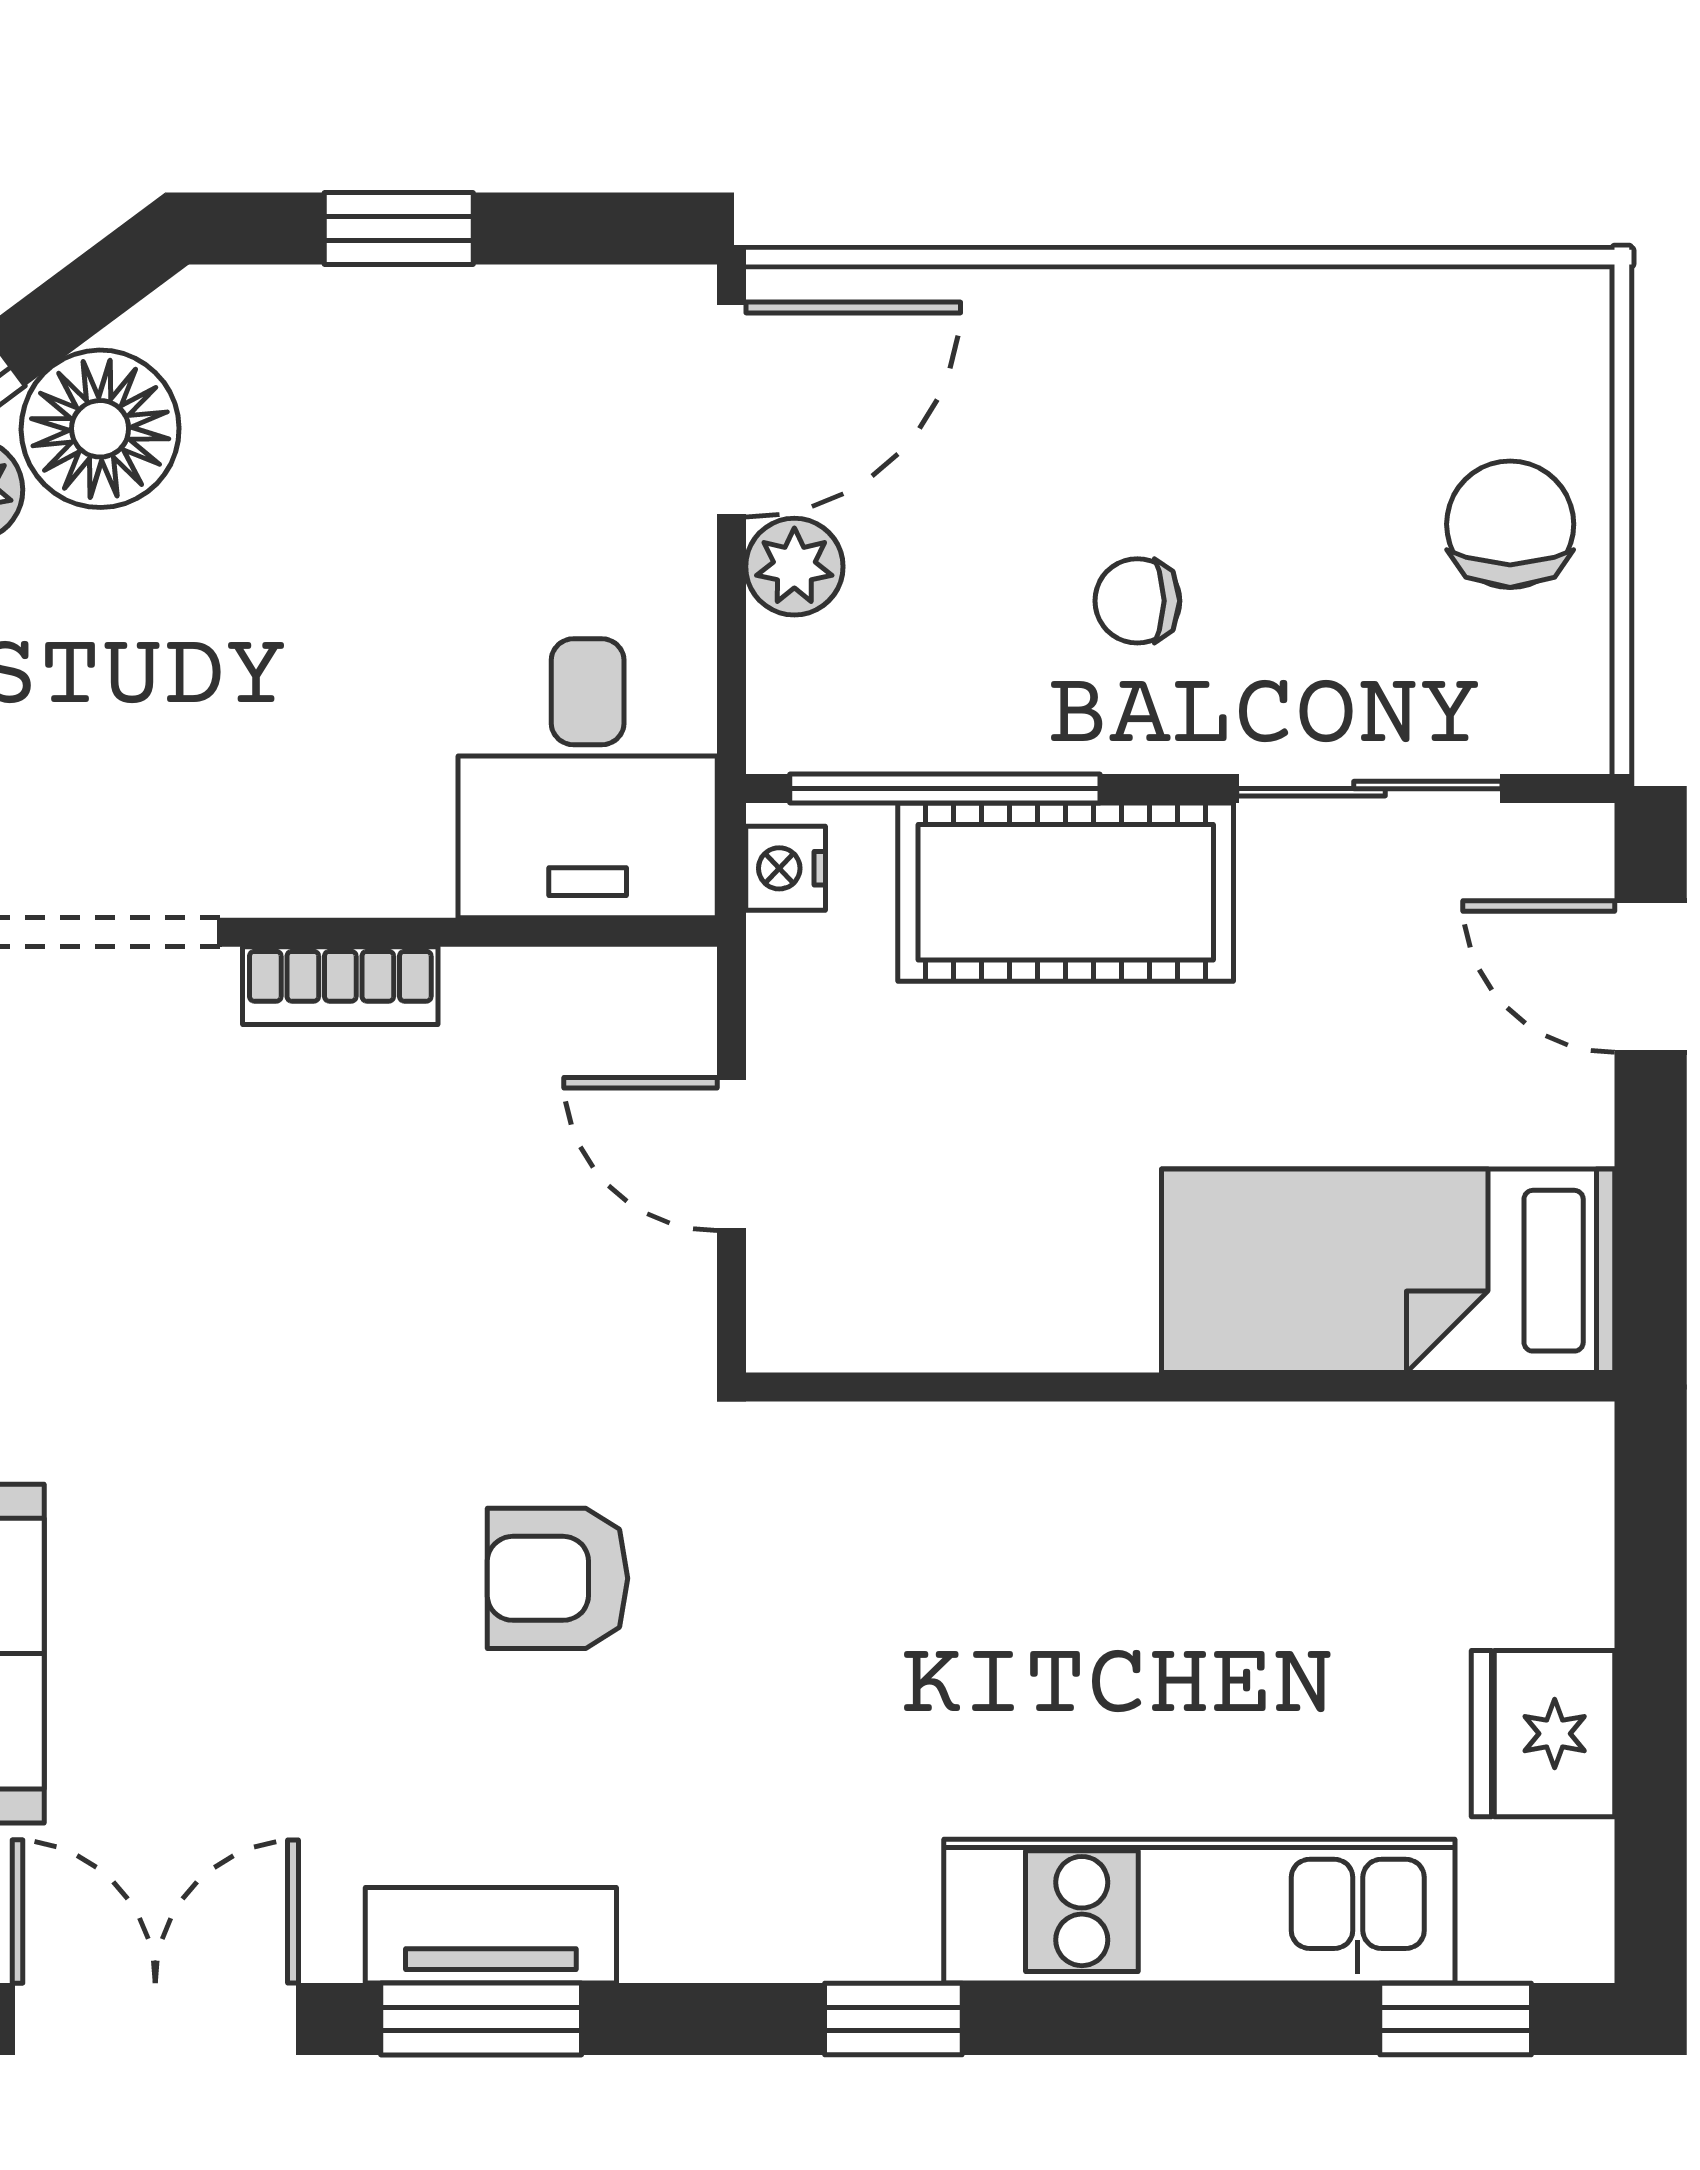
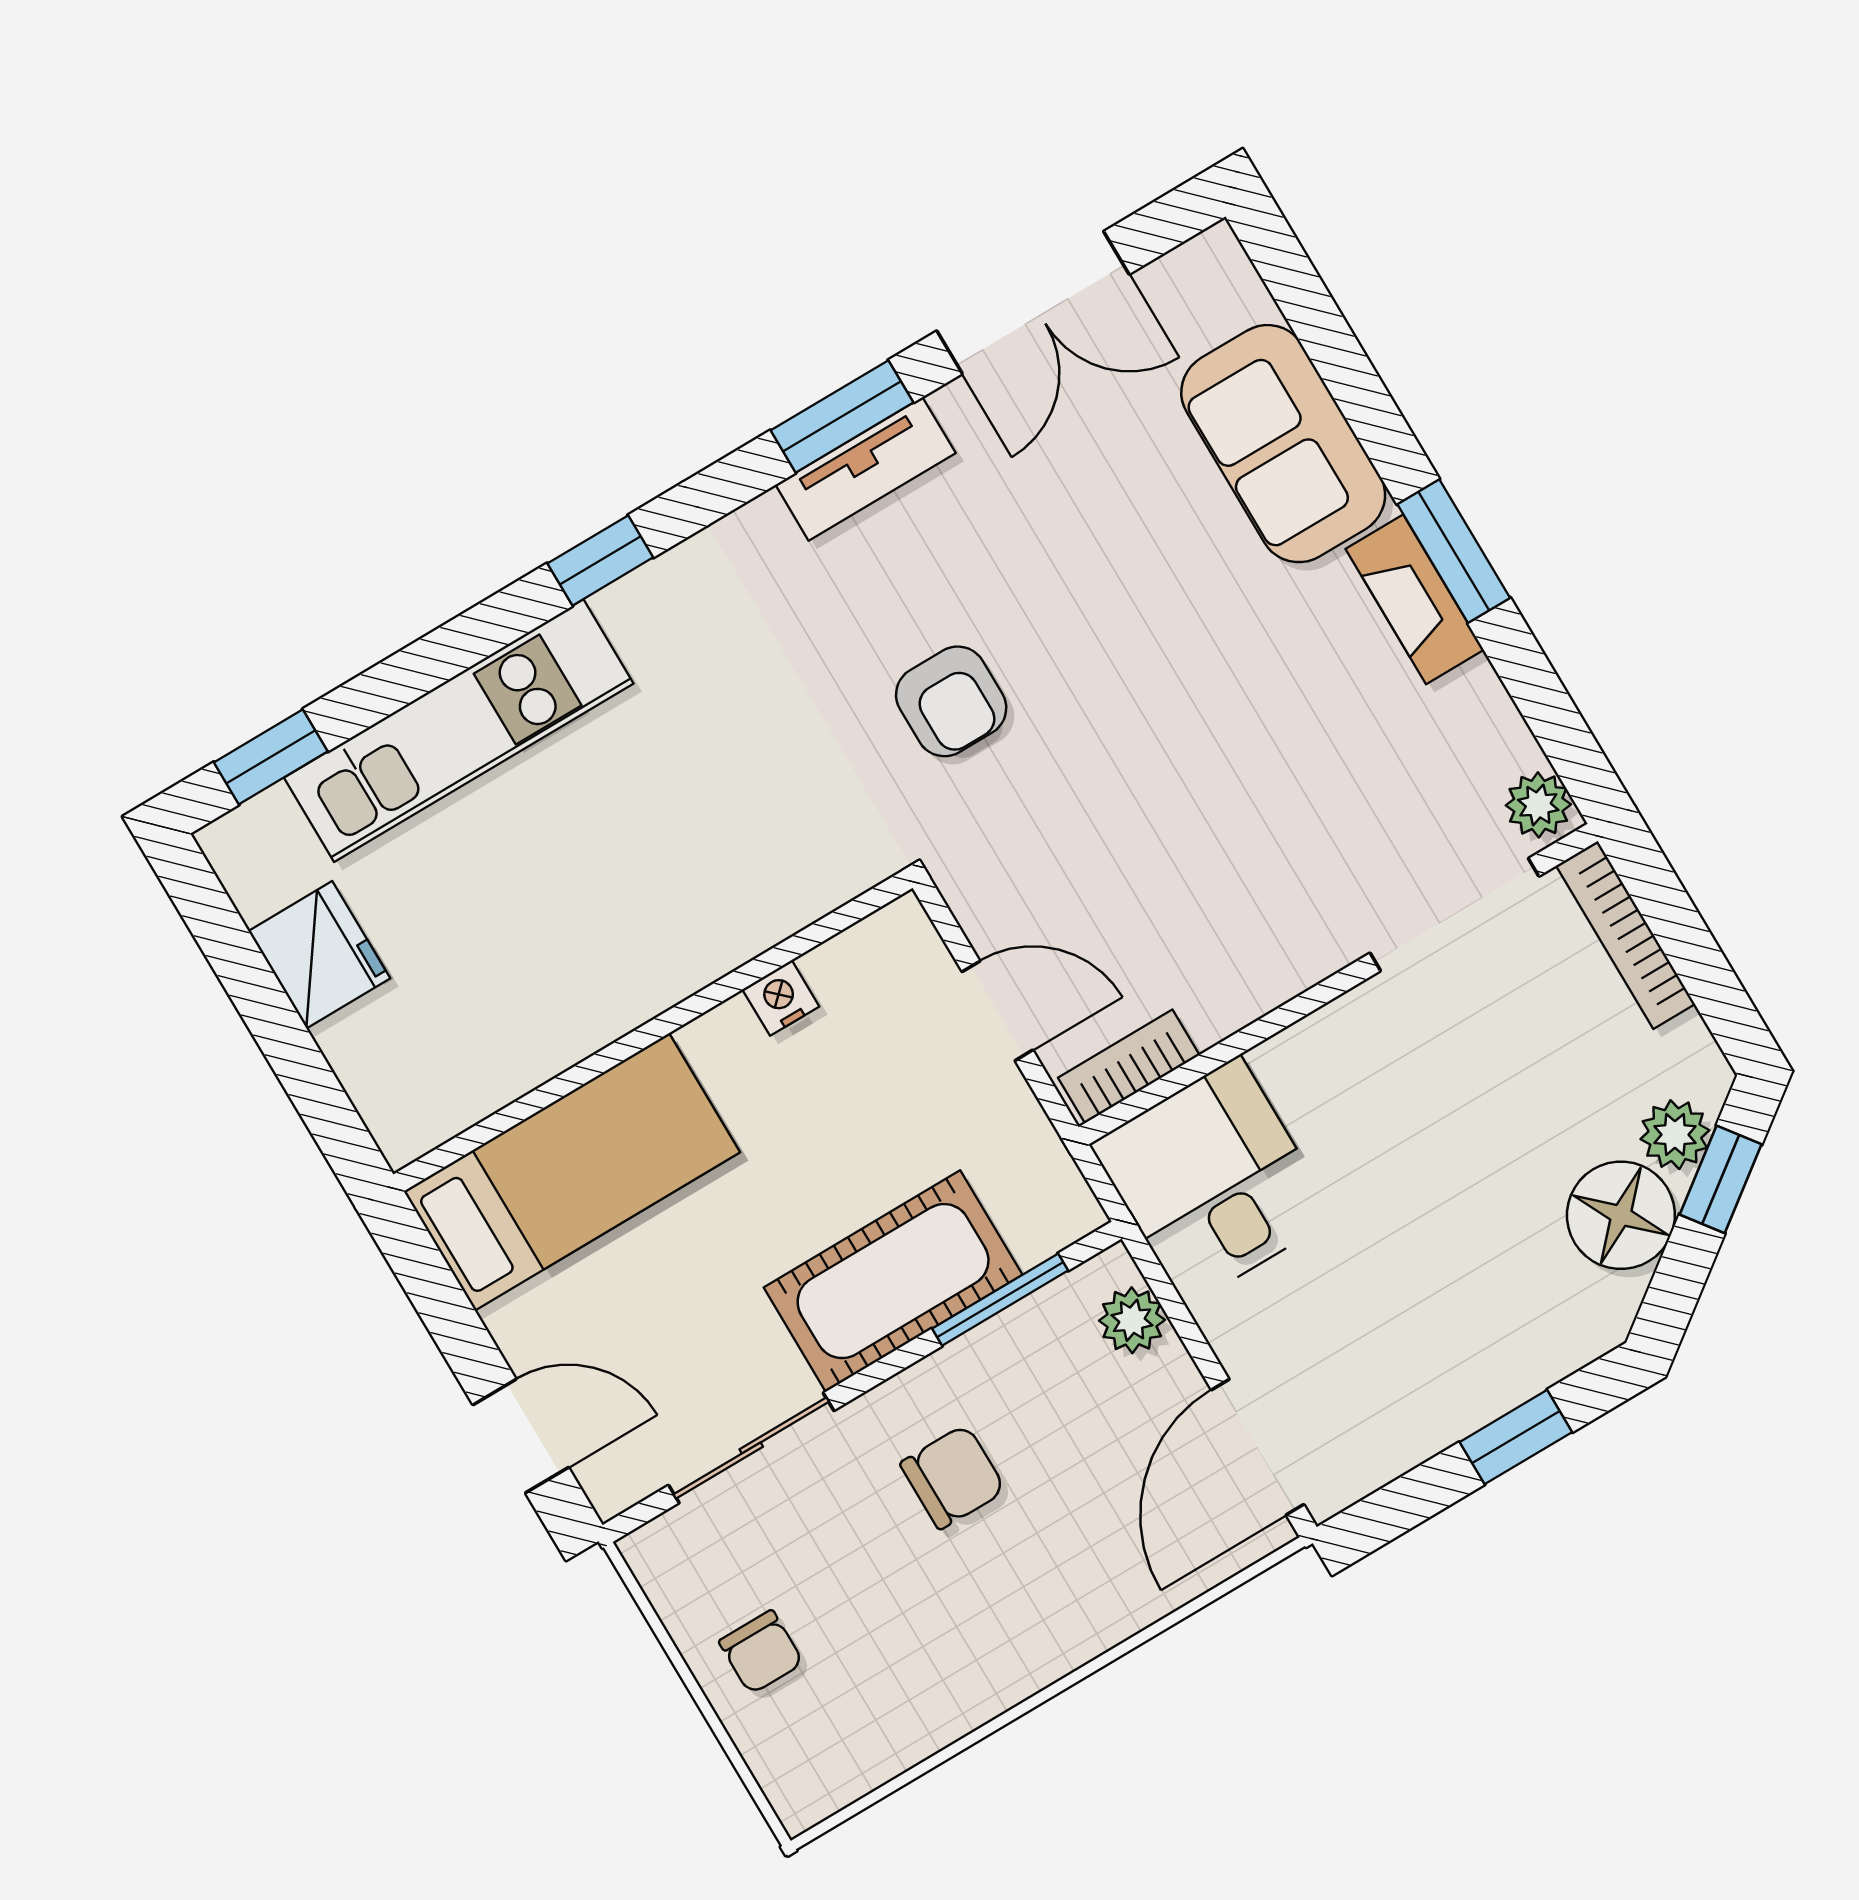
chair: (1510, 524) -> (761, 1652), width x0.73, depth x0.73
plant: (794, 567) -> (1132, 1320), moved
chair: (1137, 601) -> (953, 1477), width x1.37, depth x1.37
window: (945, 789) -> (1000, 1300), width x0.69
nightstand: (786, 868) -> (781, 998), moved, turned -90
bookcase: (340, 986) -> (1129, 1066), moved
armchair: (558, 1578) -> (951, 701), turned 90

